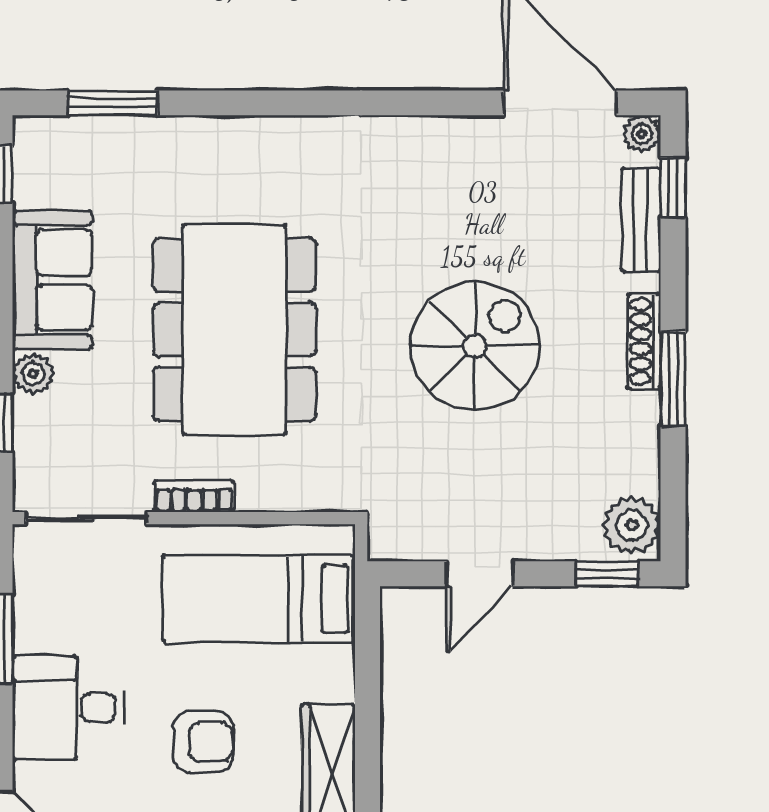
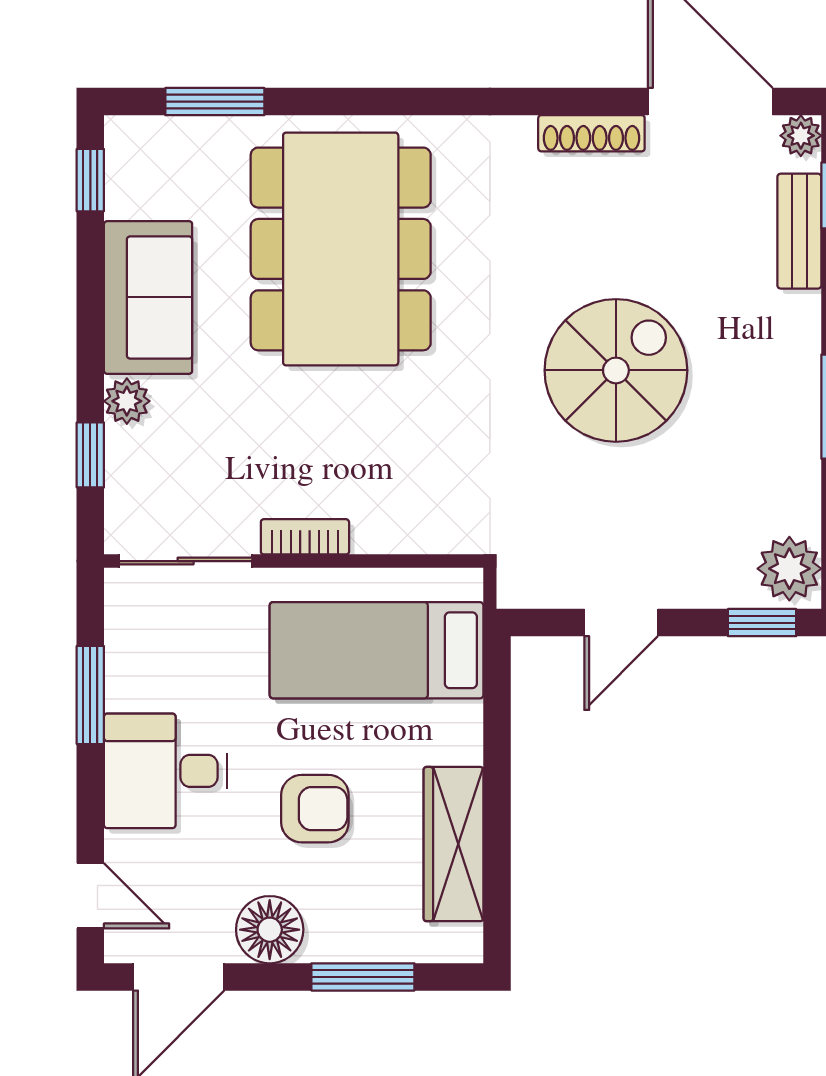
dining table: (234, 330) -> (341, 249), moved
shoe rack: (644, 341) -> (591, 133), moved, turned -90

